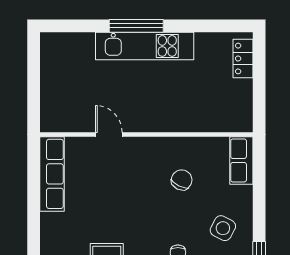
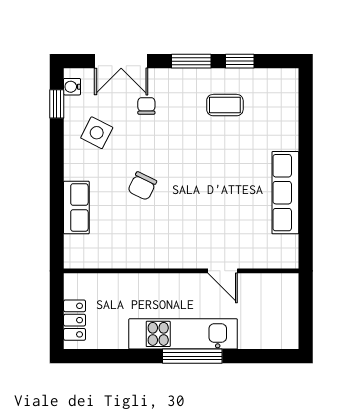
door: (109, 134) -> (223, 271), moved
wall: (146, 134) -> (181, 271), moved

